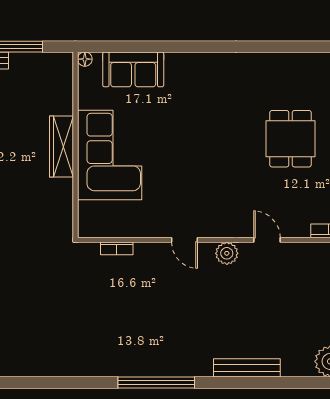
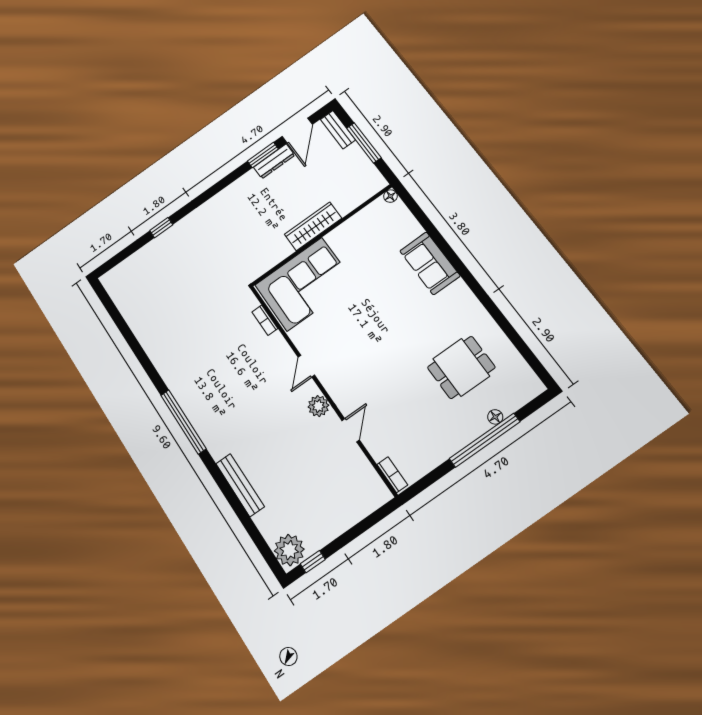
sofa: (133, 69) -> (430, 263), moved
dining table: (291, 139) -> (461, 367), moved
corner sofa: (110, 155) -> (305, 284), moved

